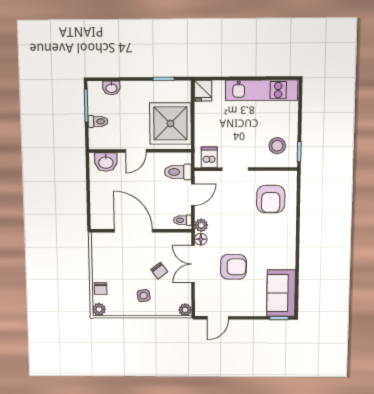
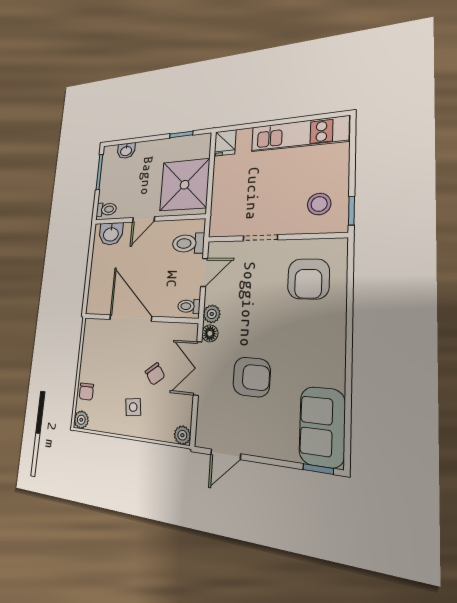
toilet: (98, 121) -> (106, 209), moved
dishwasher: (209, 157) -> (228, 223), removed

